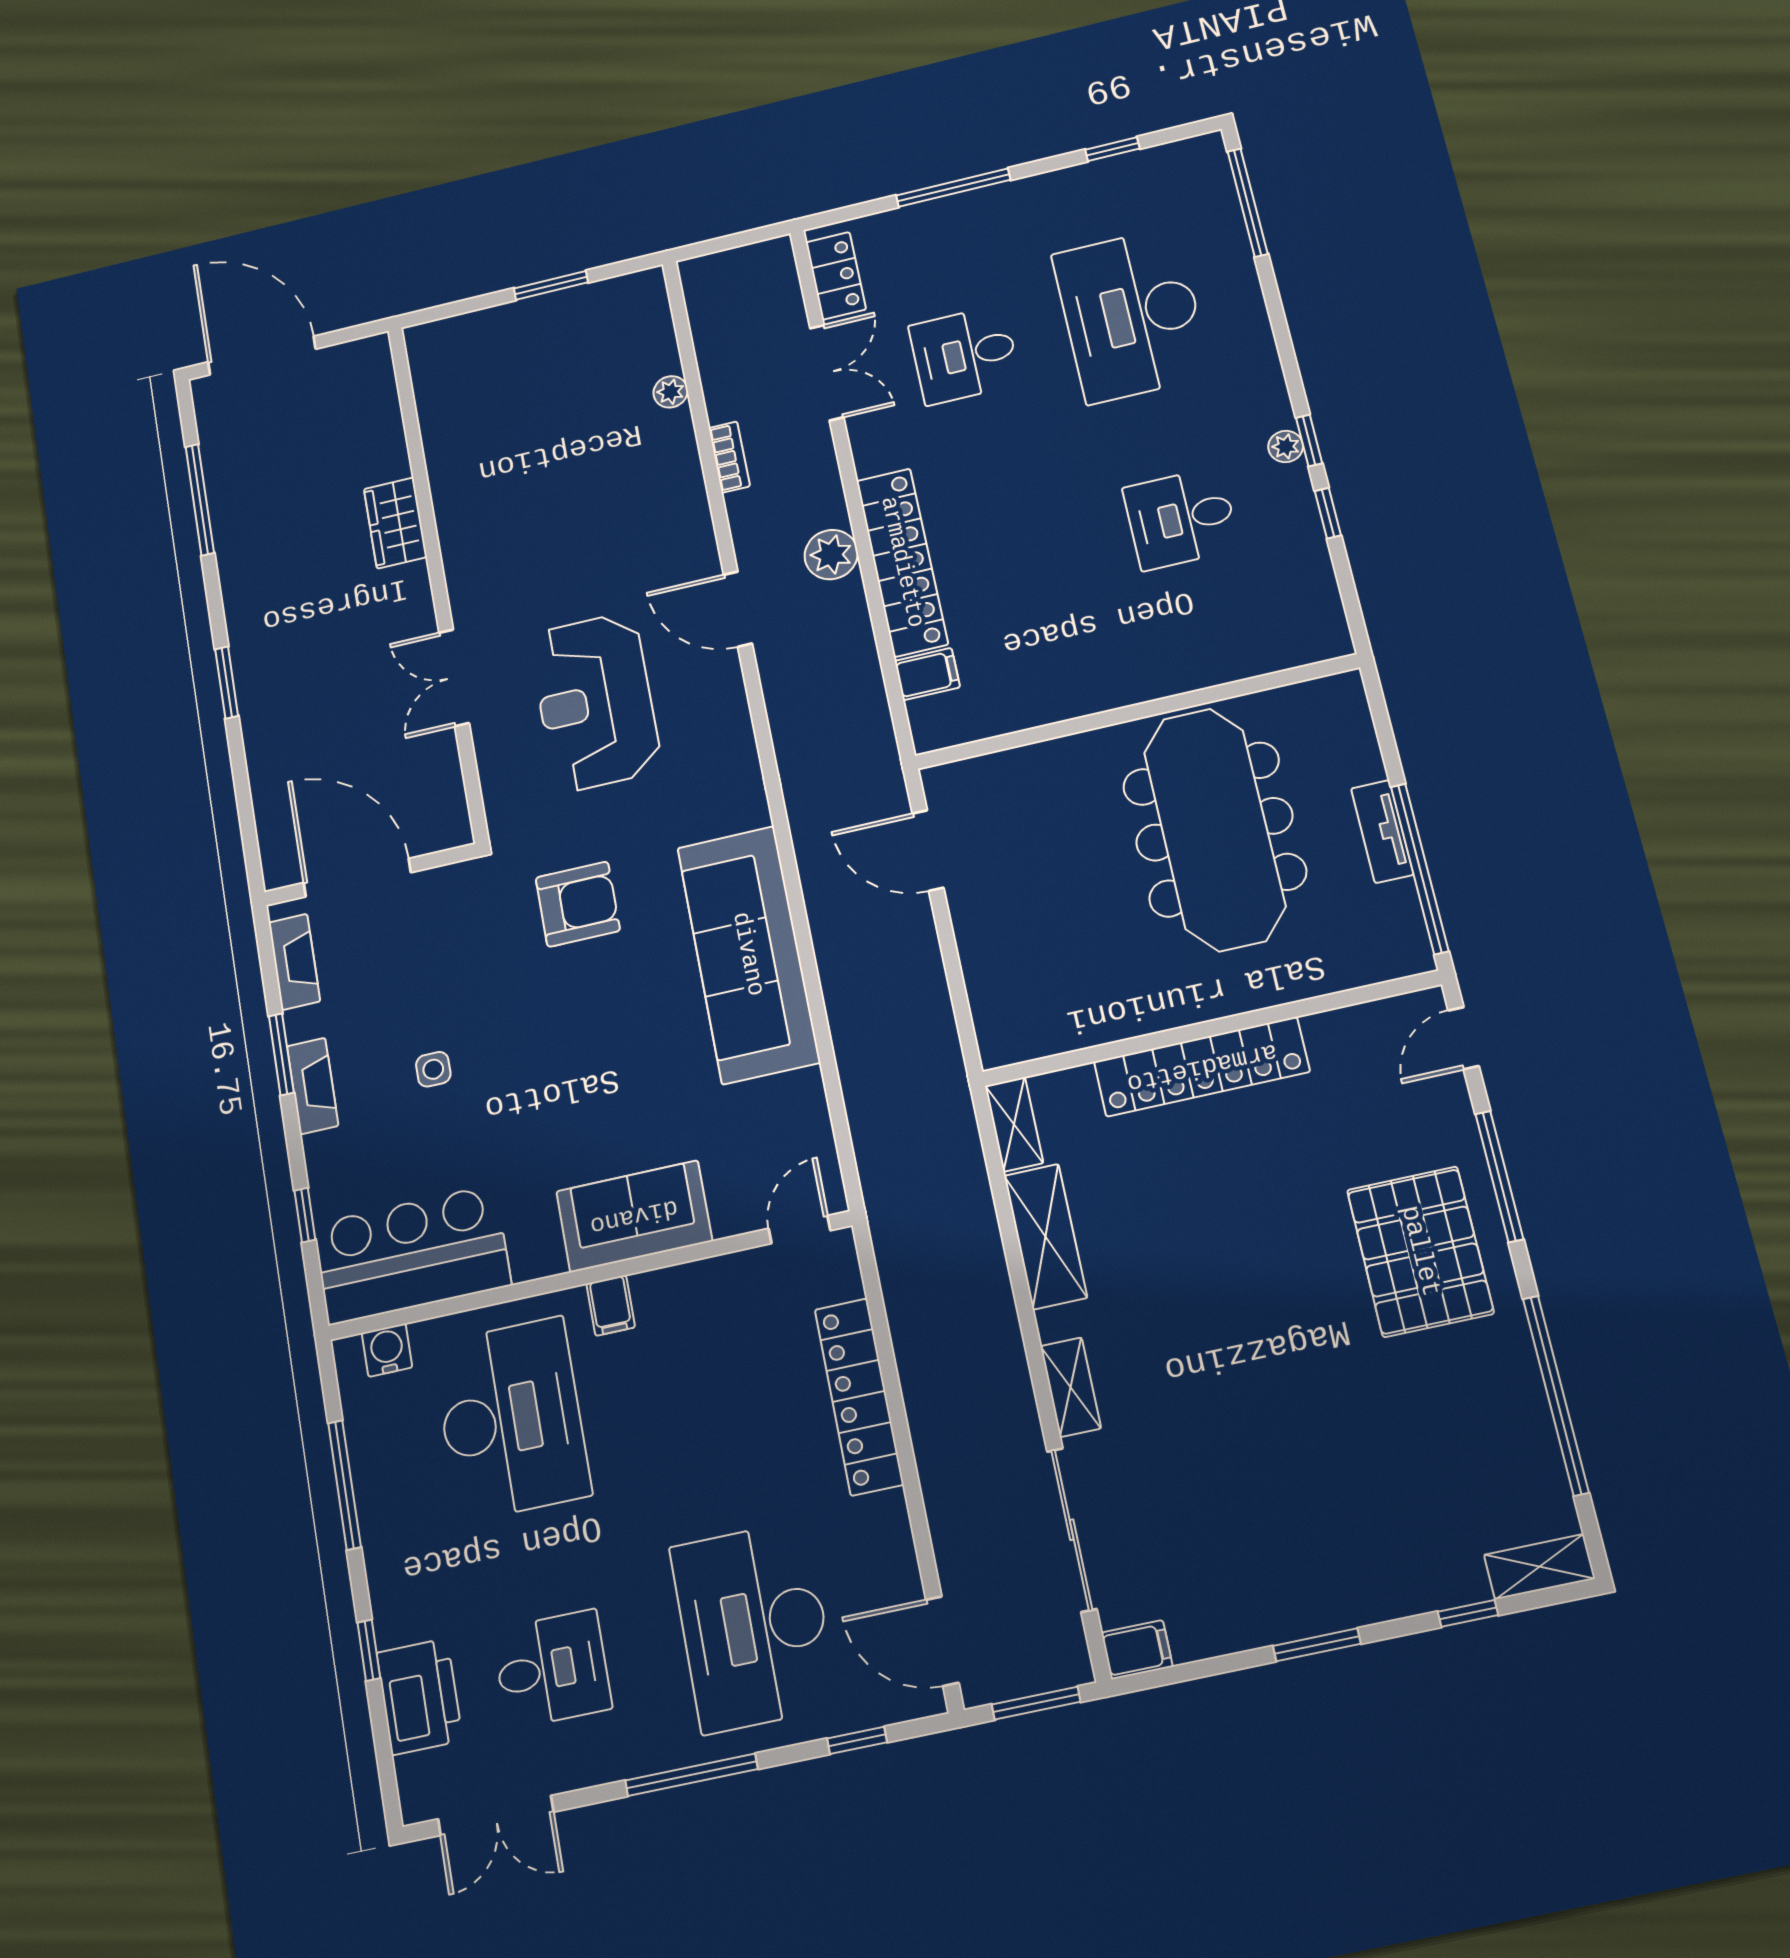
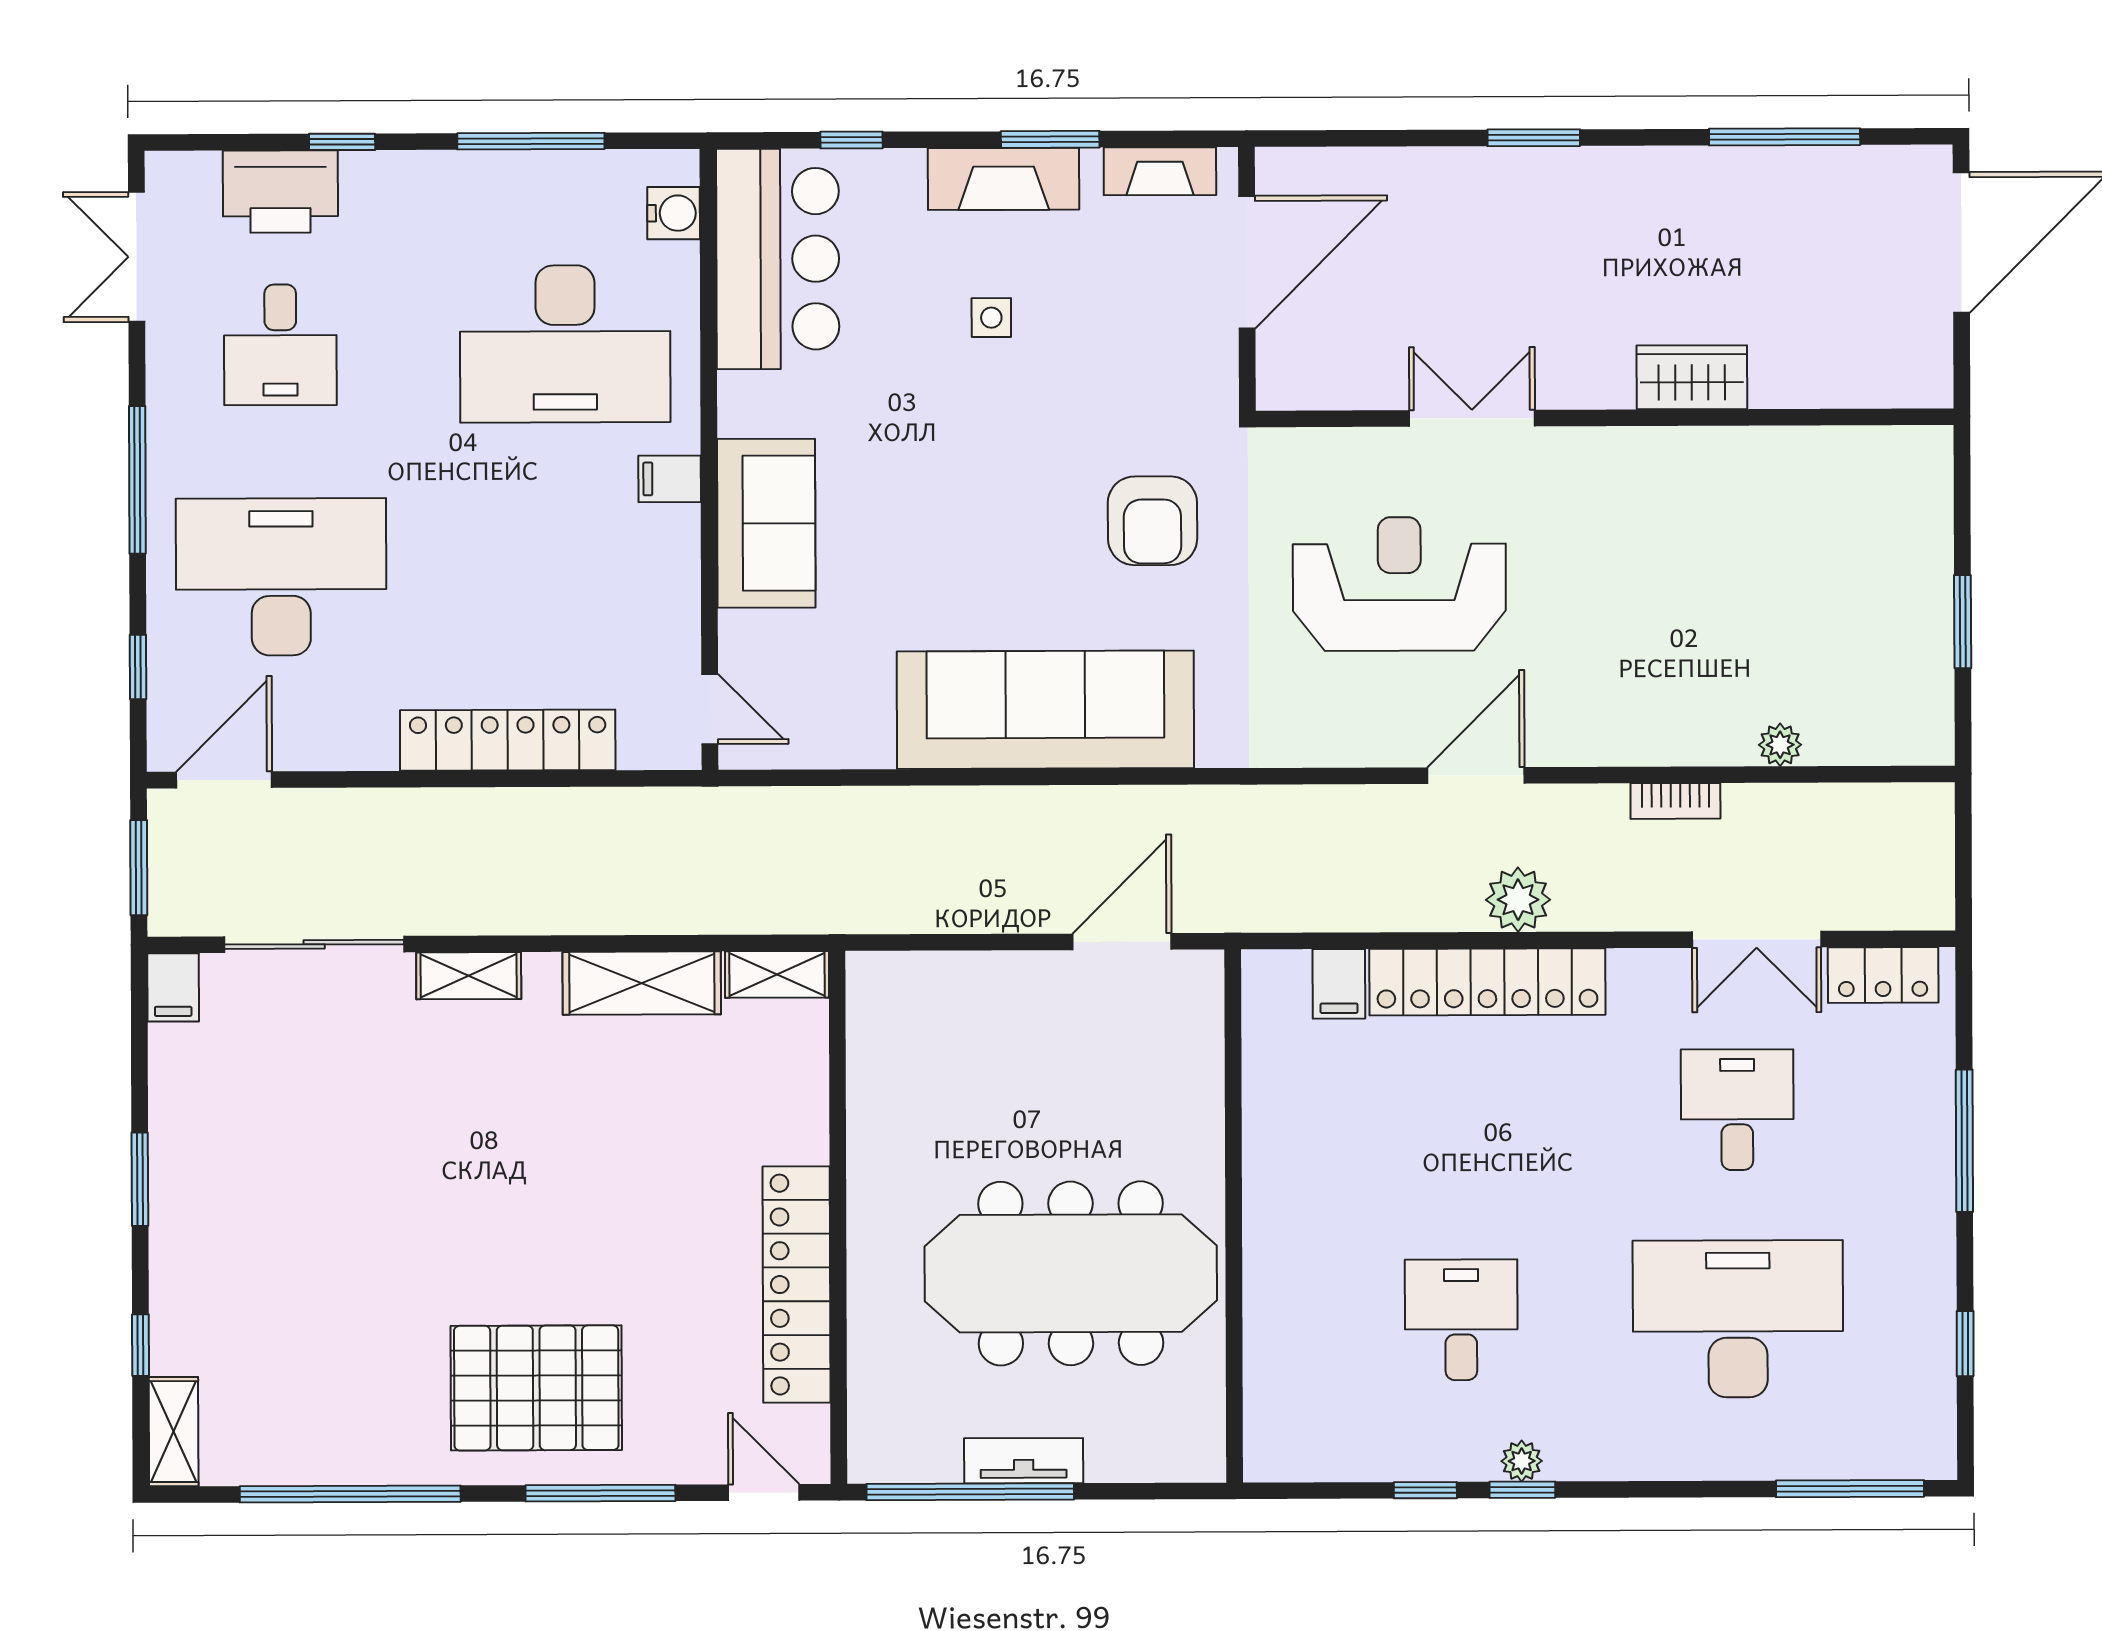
locker: (1202, 1067) -> (797, 1284), moved
fireplace: (313, 1086) -> (1004, 179), width x1.37, depth x1.32

